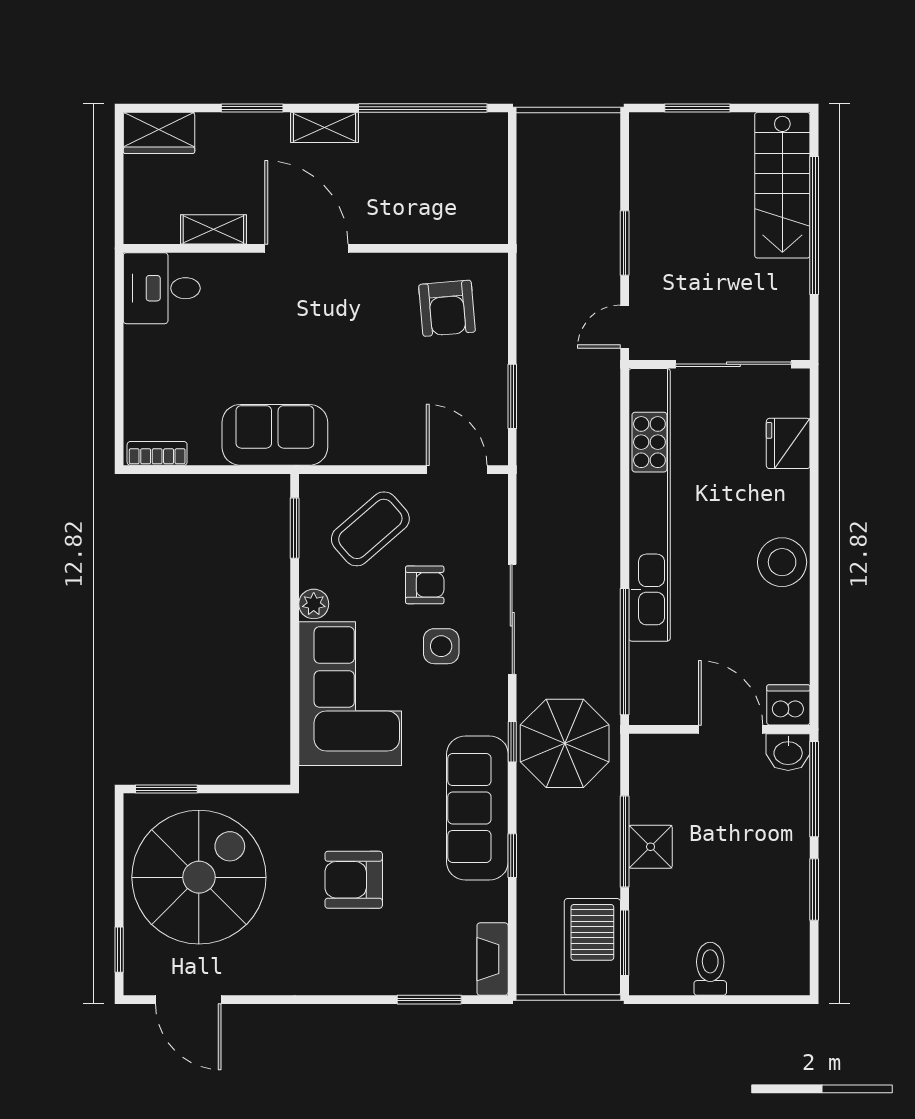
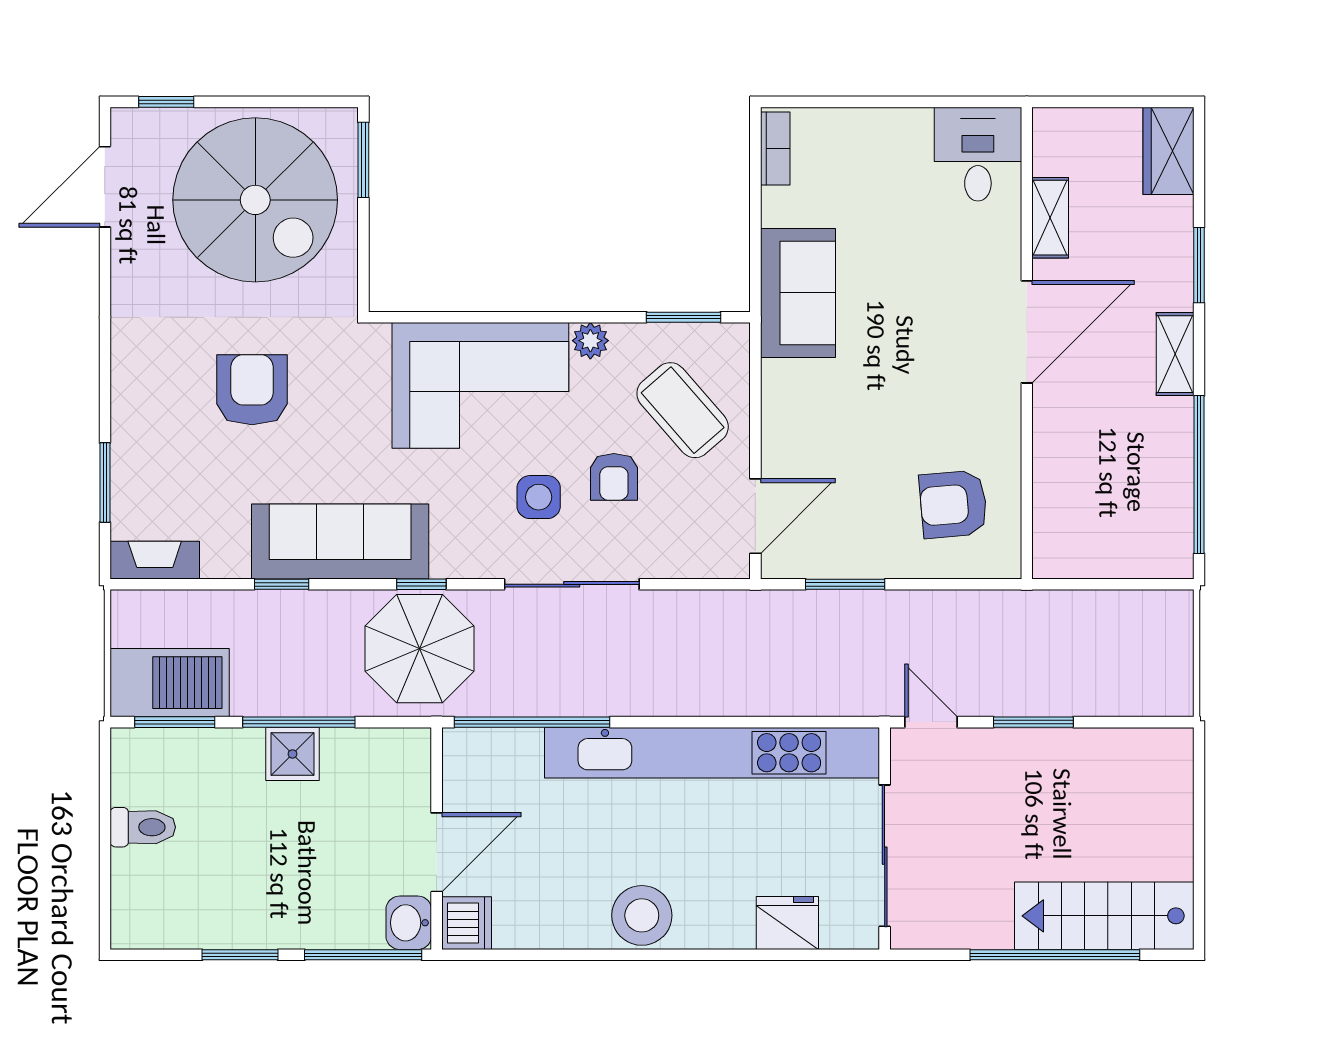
window: (697, 108) -> (1199, 812), removed

